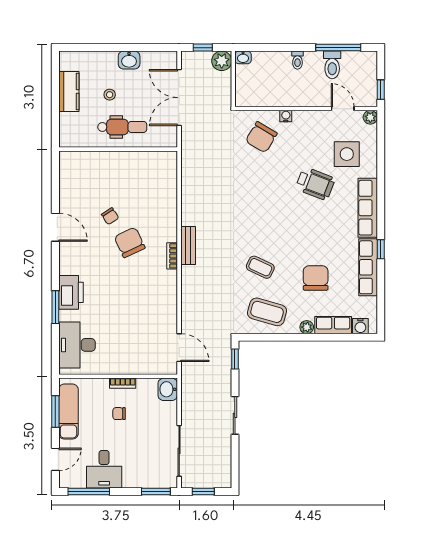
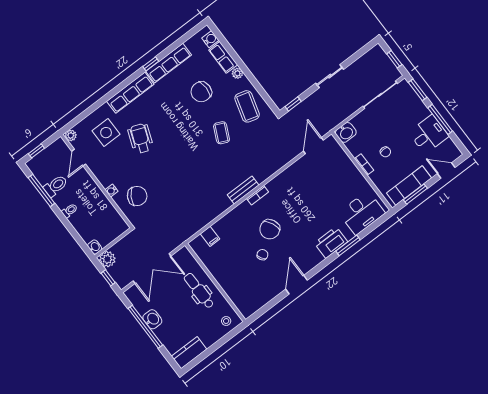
window: (127, 48) -> (145, 327), added
window: (381, 90) -> (36, 151), moved
kitchen counter: (69, 91) -> (189, 353), moved
stool: (110, 95) -> (226, 321), moved
filing cabinet: (167, 179) -> (210, 236), added
window: (89, 491) -> (440, 119), moved

